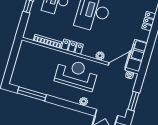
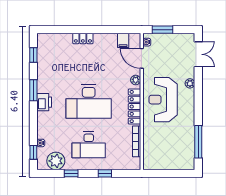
locker: (72, 47) -> (134, 107), width x1.53
filing cabinet: (138, 50) -> (123, 40), width x0.50
window: (134, 101) -> (163, 30), moved

